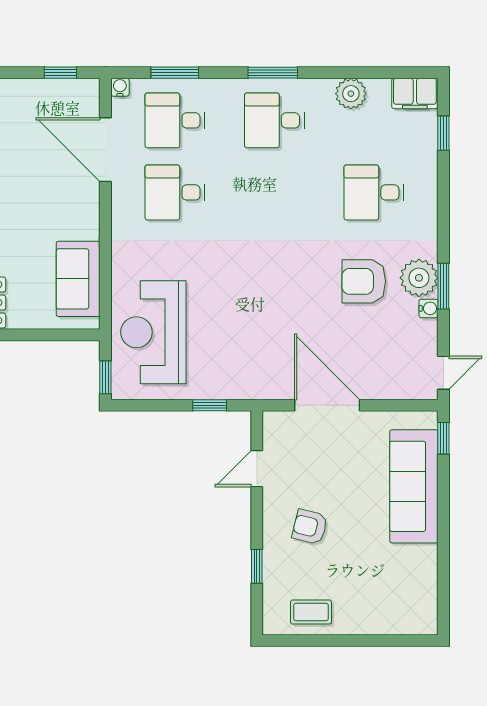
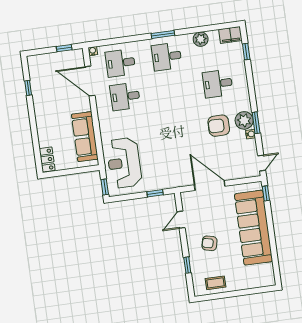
window: (175, 73) -> (117, 41), removed
sofa: (78, 279) -> (85, 137), width x1.36
sofa: (414, 486) -> (254, 228), width x1.36, depth x1.27

